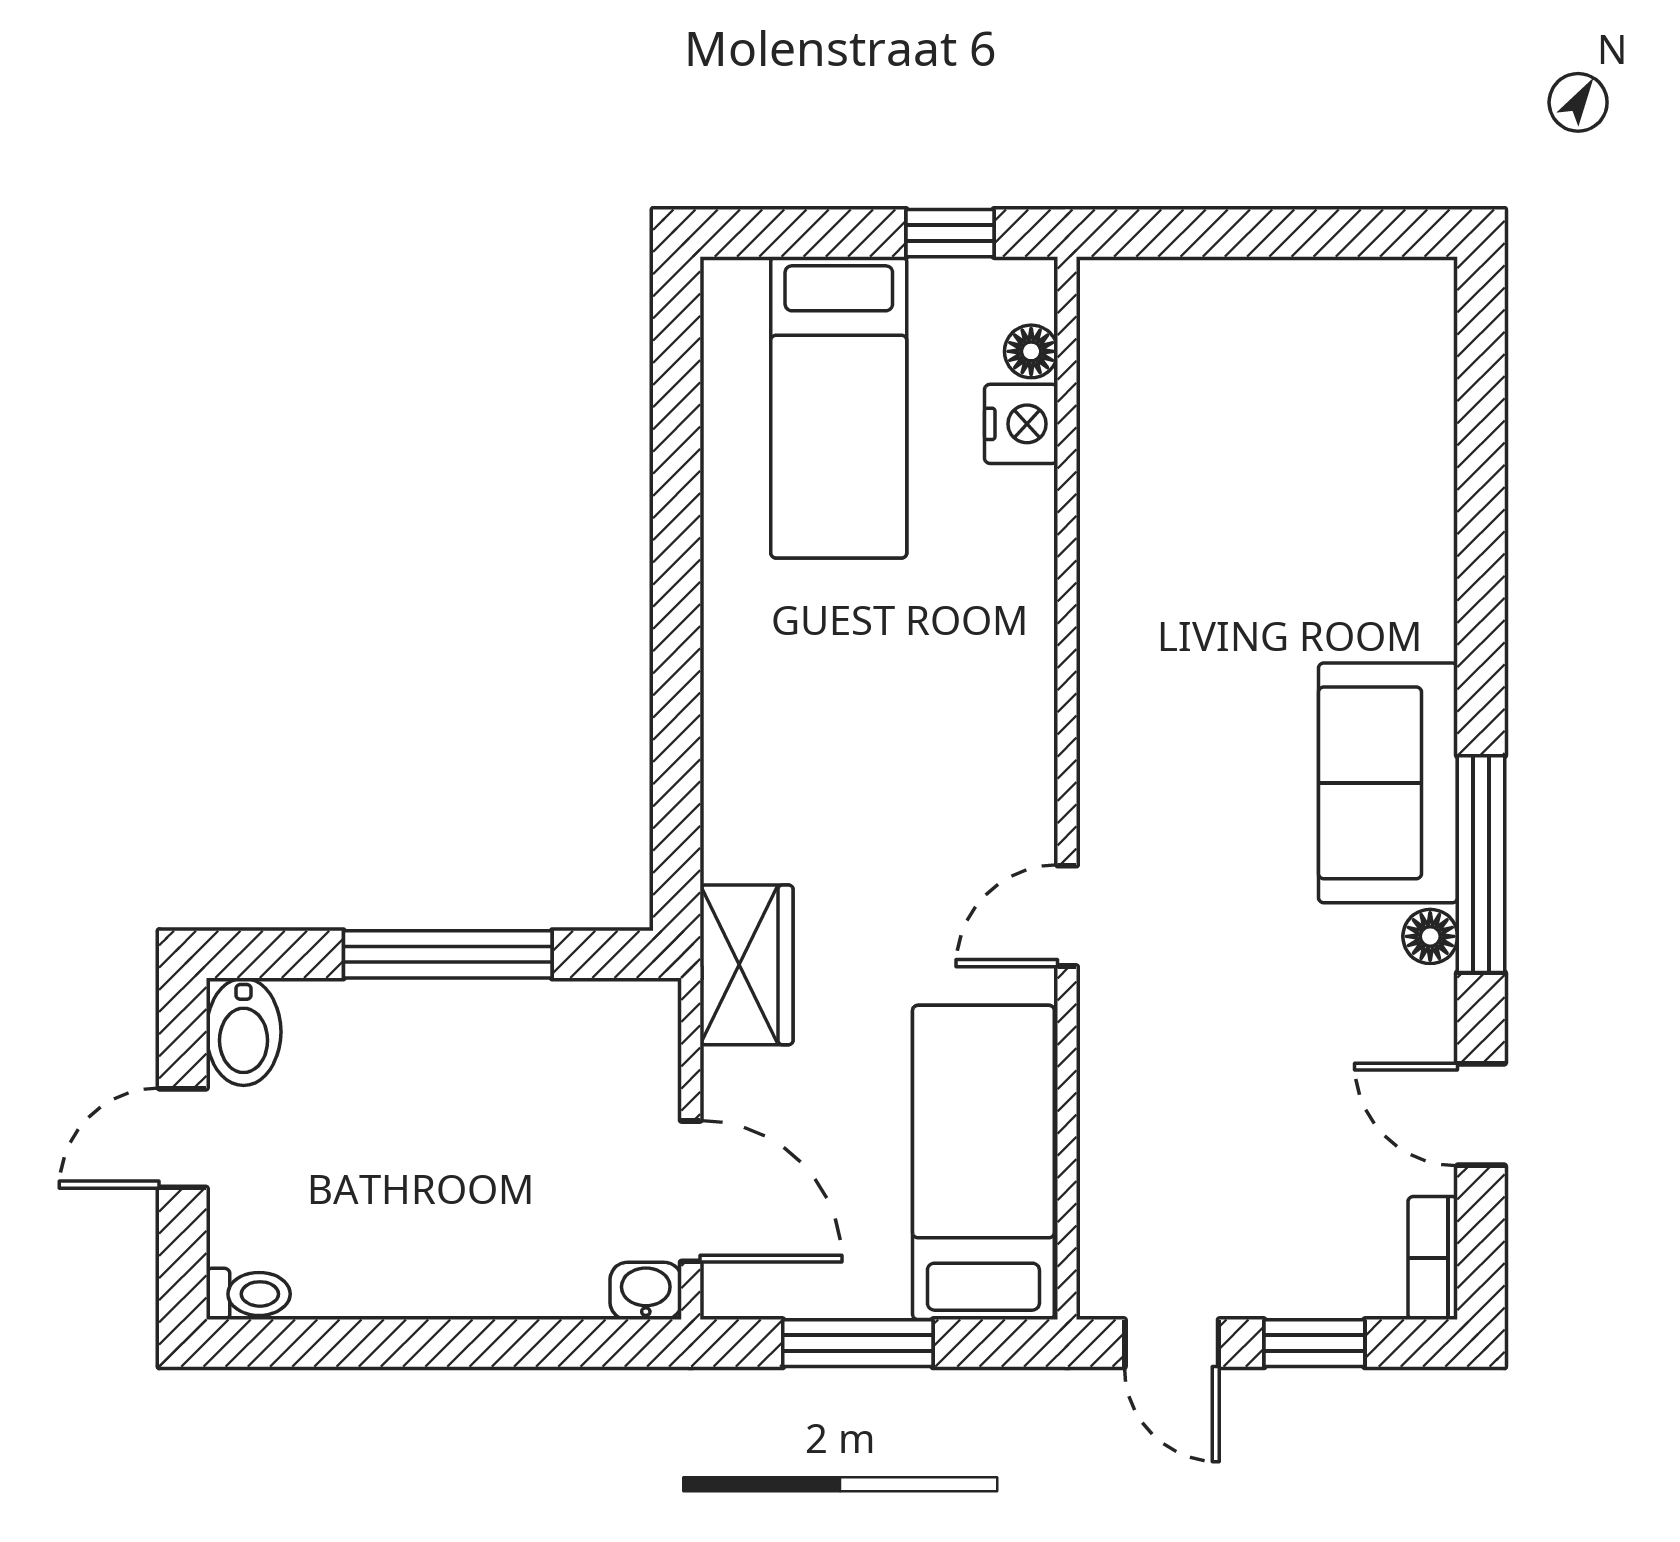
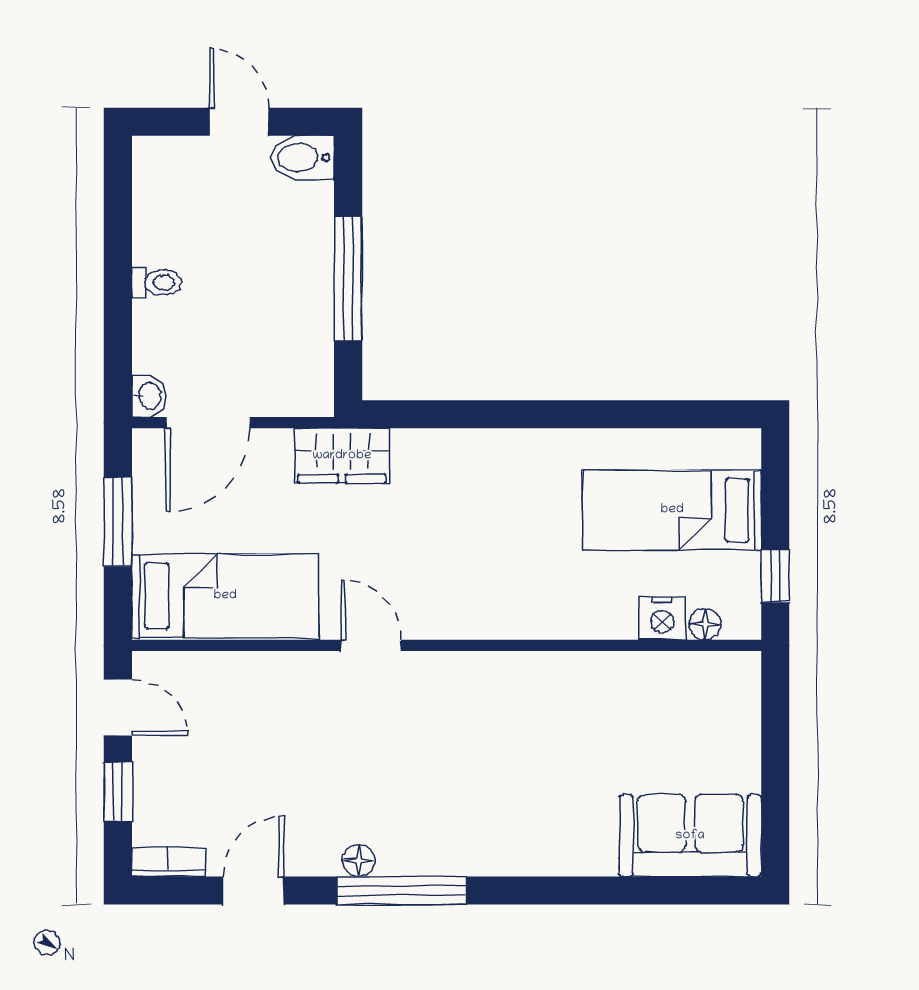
sofa: (1388, 783) -> (690, 836), moved
toilet: (248, 1294) -> (157, 282), moved, turned -90
door: (1172, 1343) -> (118, 707), swing flipped

